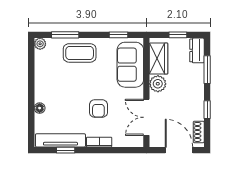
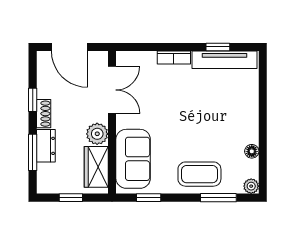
dresser: (197, 50) -> (46, 146), moved
floor lamp: (40, 108) -> (252, 151), moved
armchair: (98, 109) -> (175, 101), removed
shoe rack: (199, 132) -> (44, 114), moved

